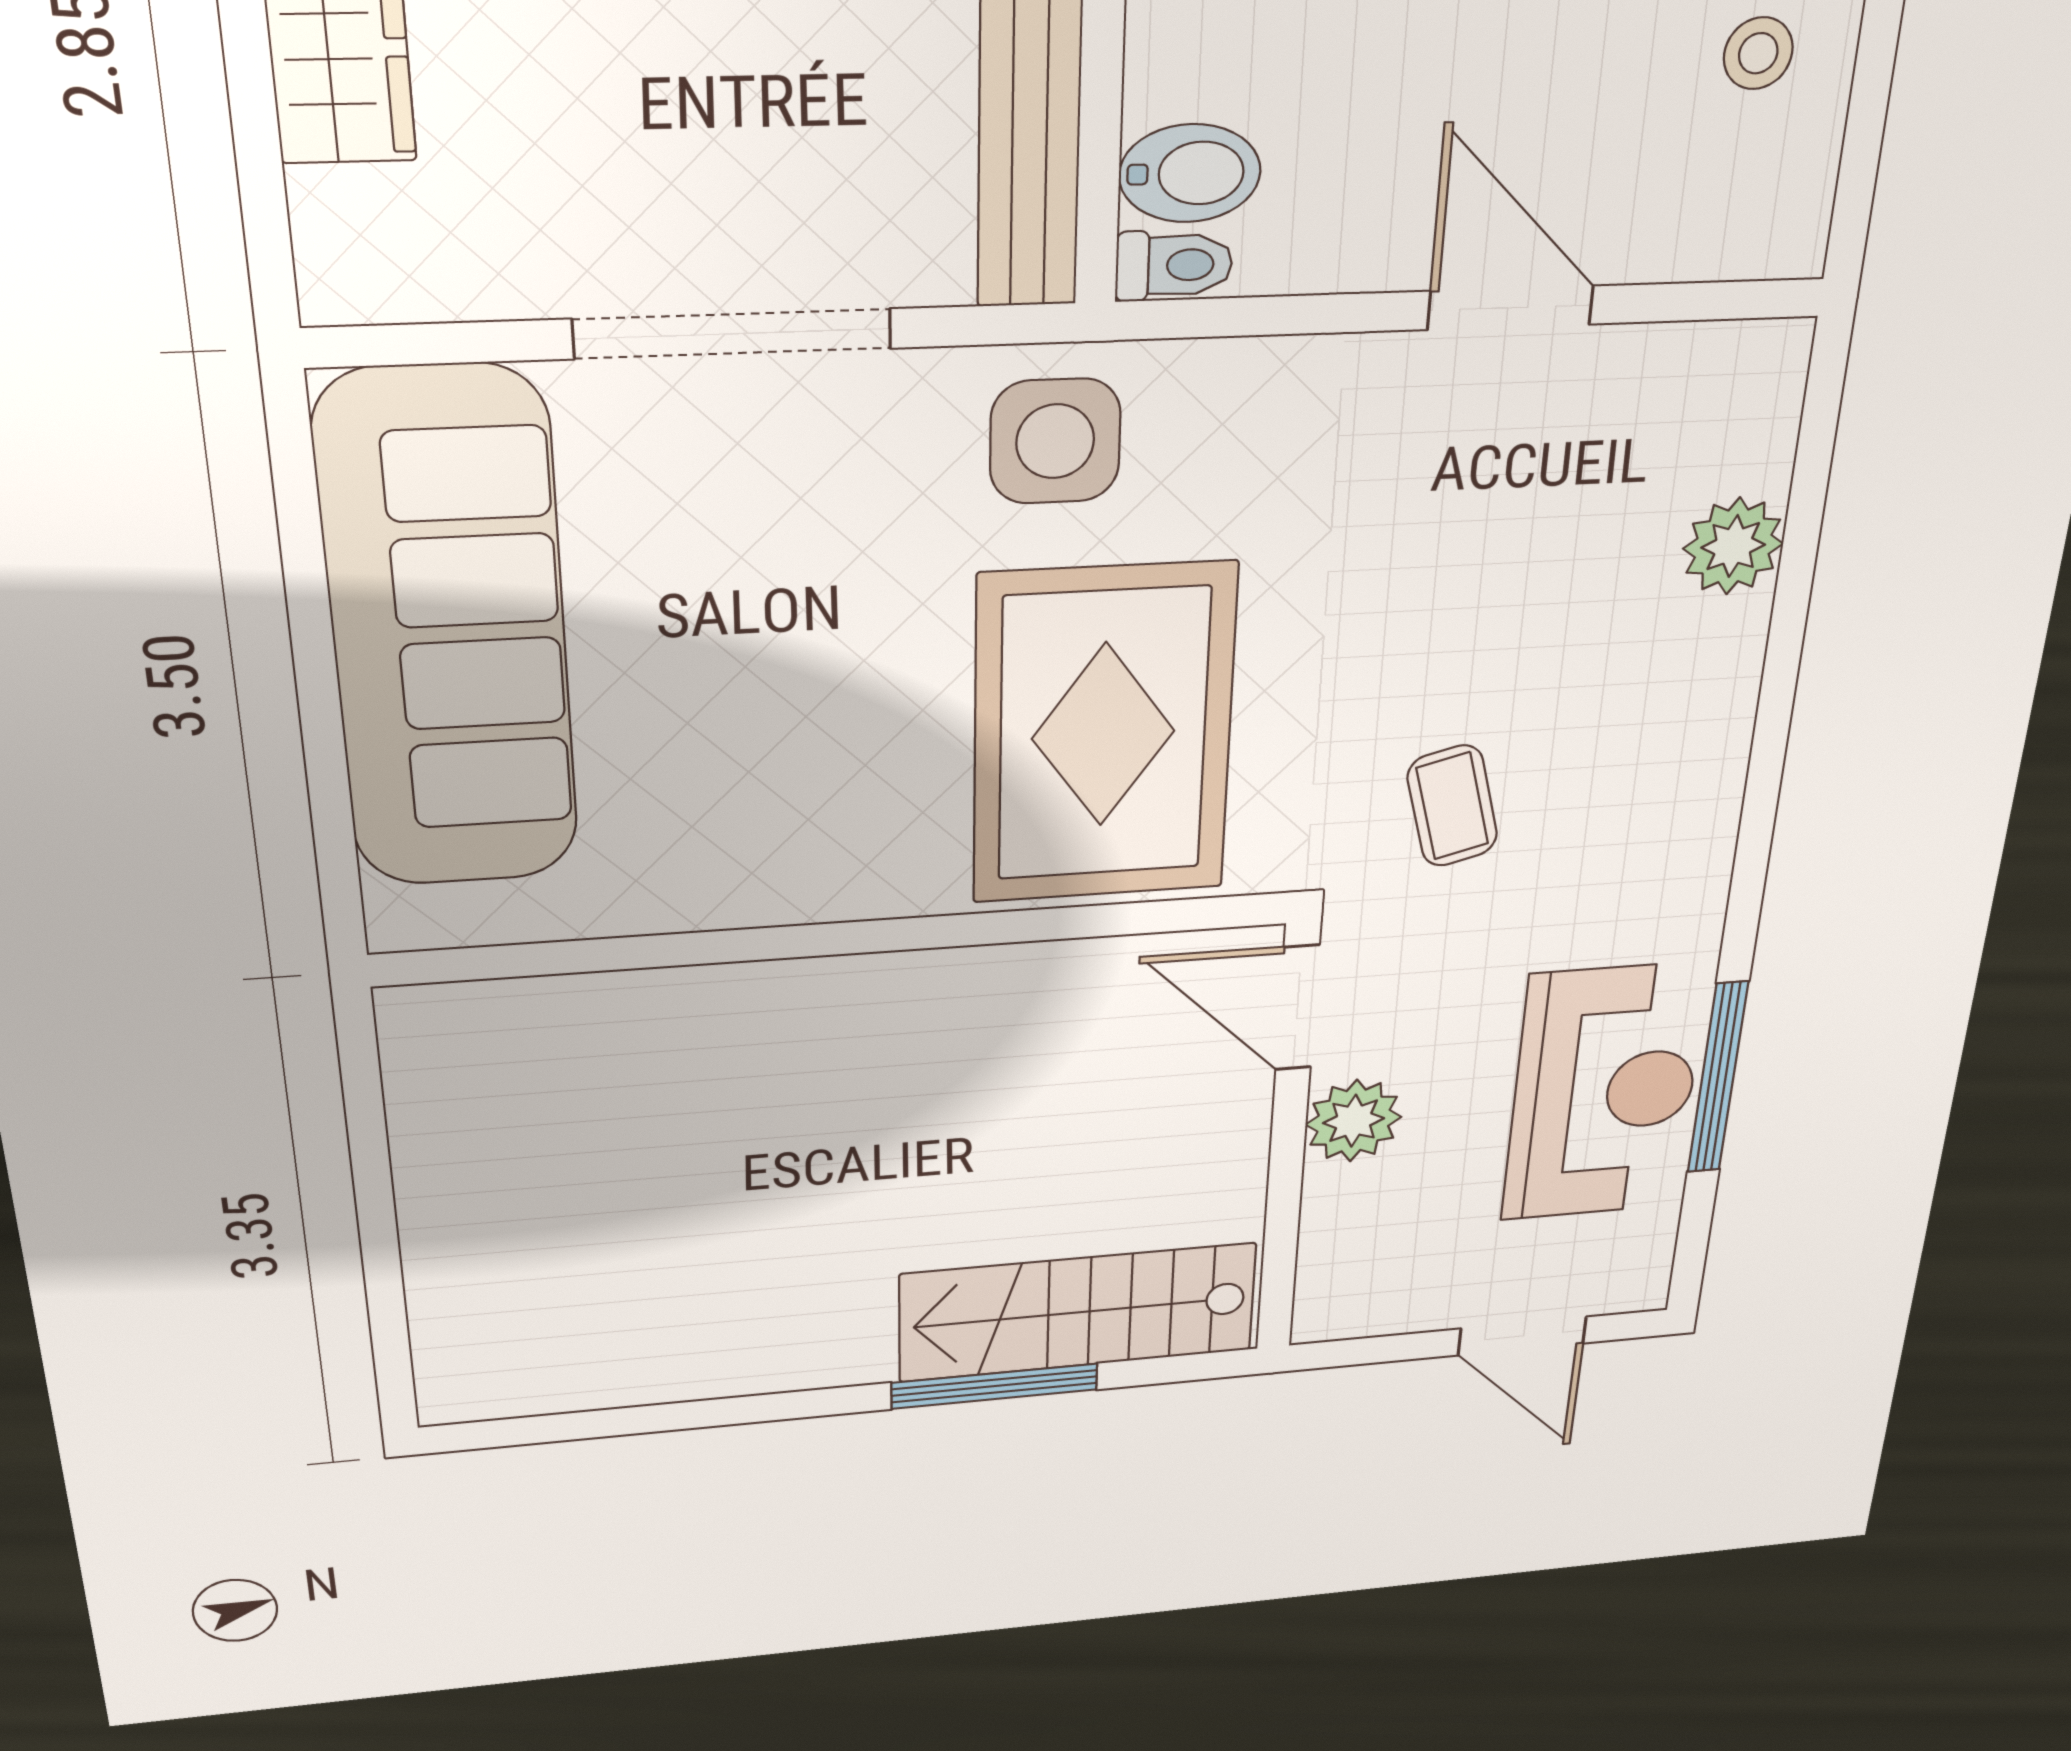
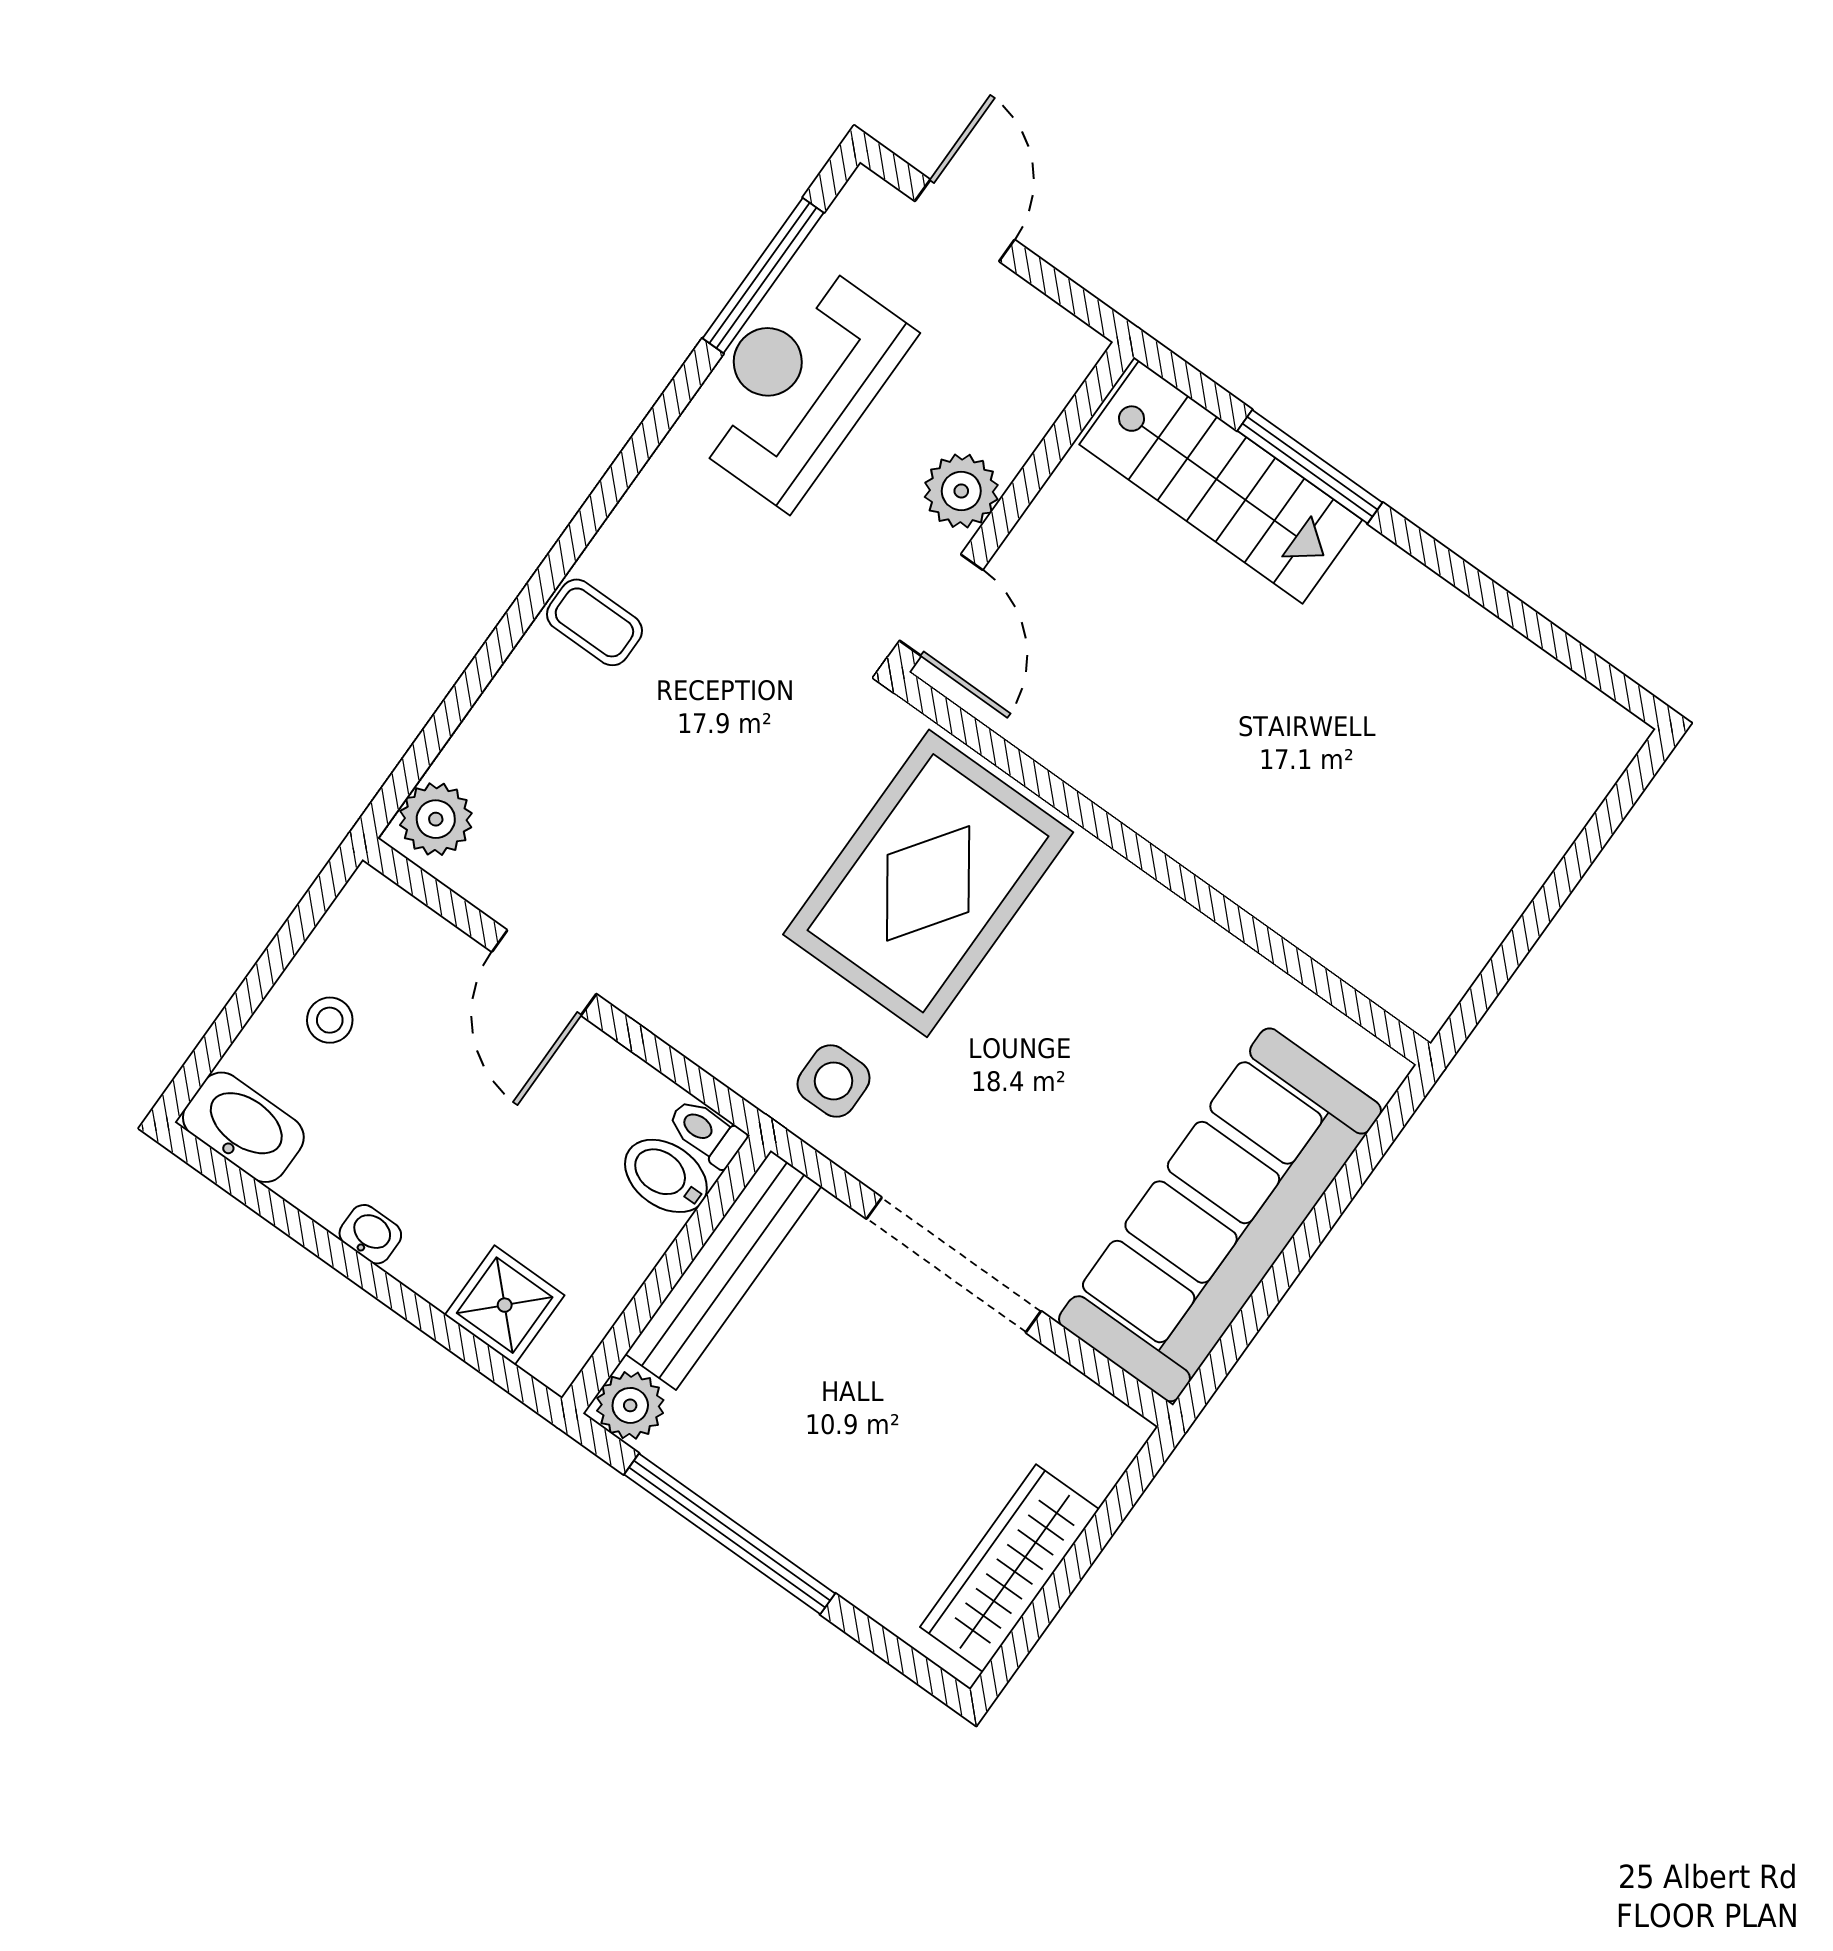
side table: (1055, 441) -> (834, 1081), width x0.73, depth x0.73
plant: (1733, 546) -> (436, 819), moved
coffee table: (1452, 806) -> (594, 622), moved, turned -75
window: (1718, 1078) -> (763, 275), moved

